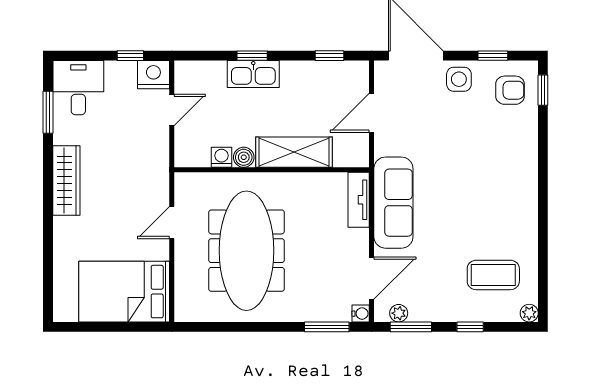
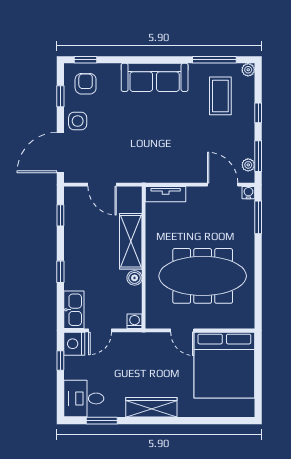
kitchen sink: (253, 74) -> (74, 310), moved
door: (172, 110) -> (100, 330), swing flipped
washing machine: (221, 157) -> (135, 321), moved, turned 90
sofa: (393, 203) -> (155, 77), moved, turned 180
window: (543, 267) -> (214, 60), added
bed: (124, 292) -> (224, 365), width x1.36

